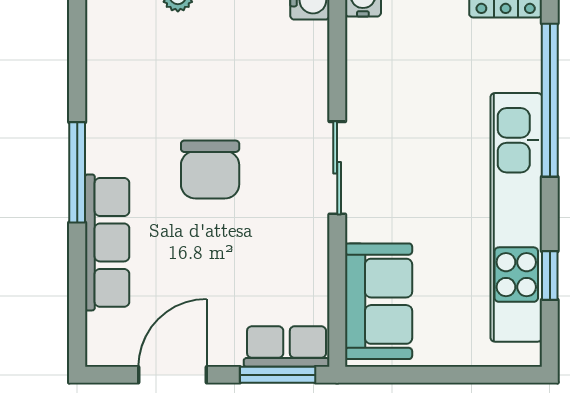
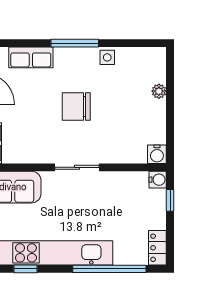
side table: (107, 104) -> (107, 57), added
row of seats: (107, 242) -> (31, 57), width x0.68

